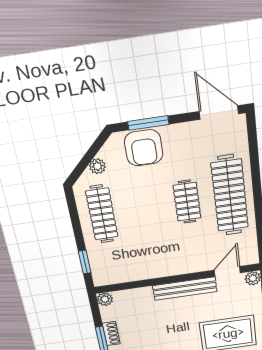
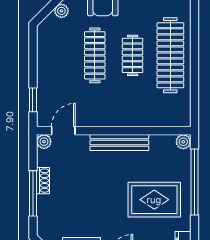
clothes rail: (102, 214) -> (95, 55), moved
door: (227, 271) -> (63, 131), moved

